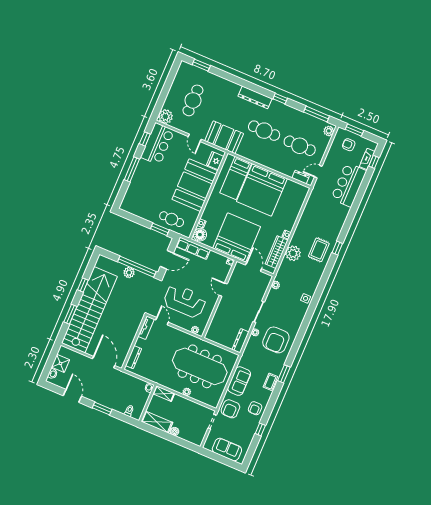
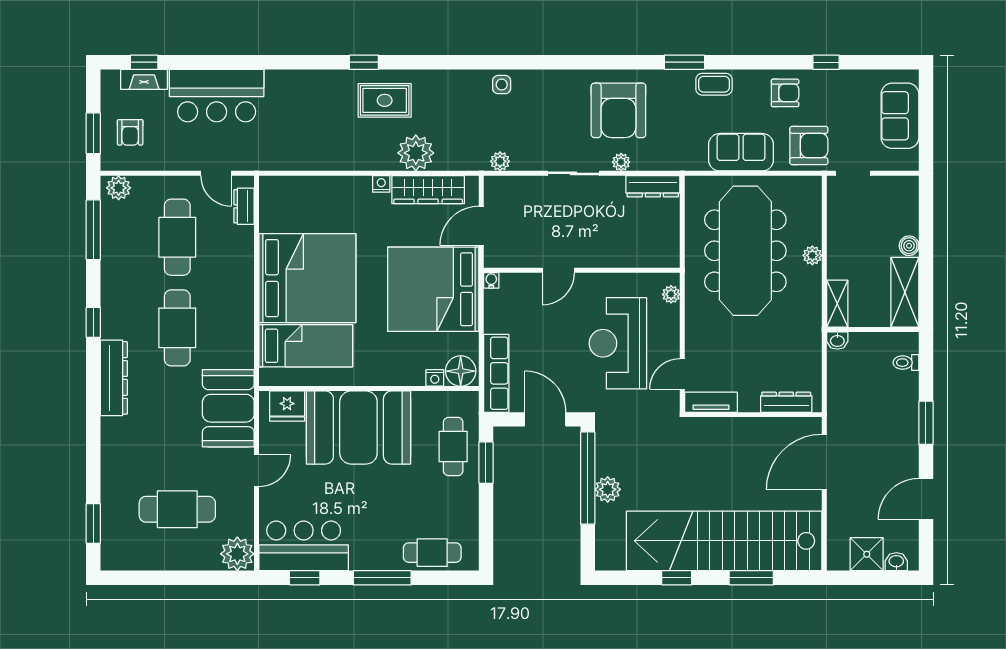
cafe table: (133, 193) -> (432, 553), added
armchair: (276, 340) -> (618, 110), turned 90

